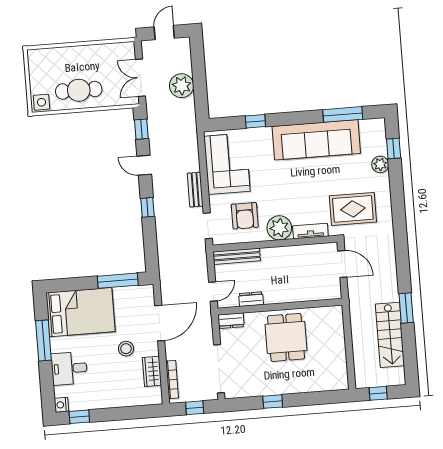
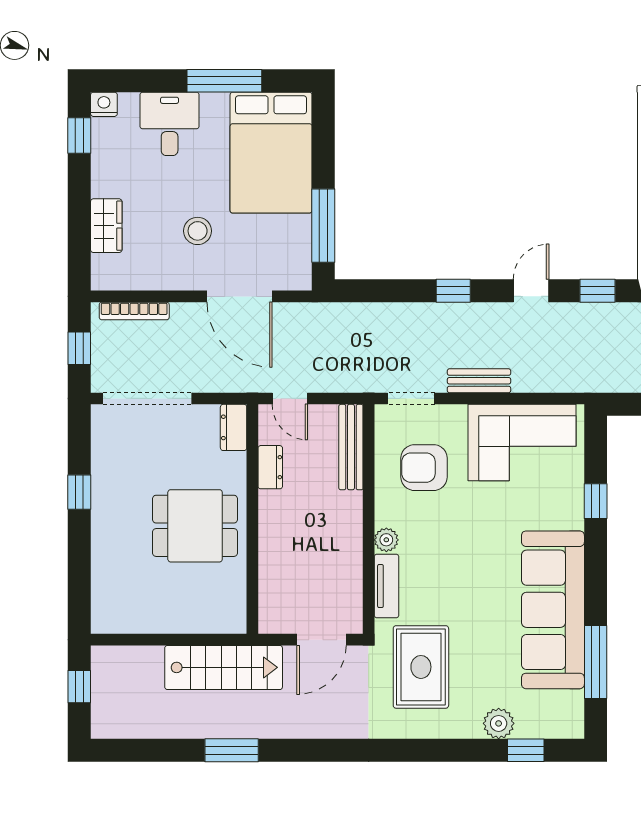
plant: (279, 228) -> (386, 540), width x0.53, depth x0.53
stairs: (390, 335) -> (224, 667), moved, turned 180
wardrobe: (152, 371) -> (106, 226), moved, turned 90

